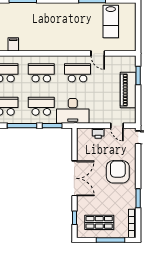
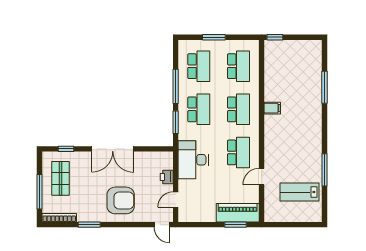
filing cabinet: (13, 44) -> (272, 108), moved
piano: (128, 90) -> (238, 213), moved
desk: (73, 111) -> (193, 160), moved

